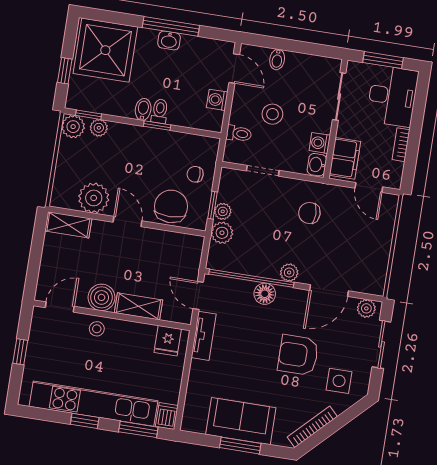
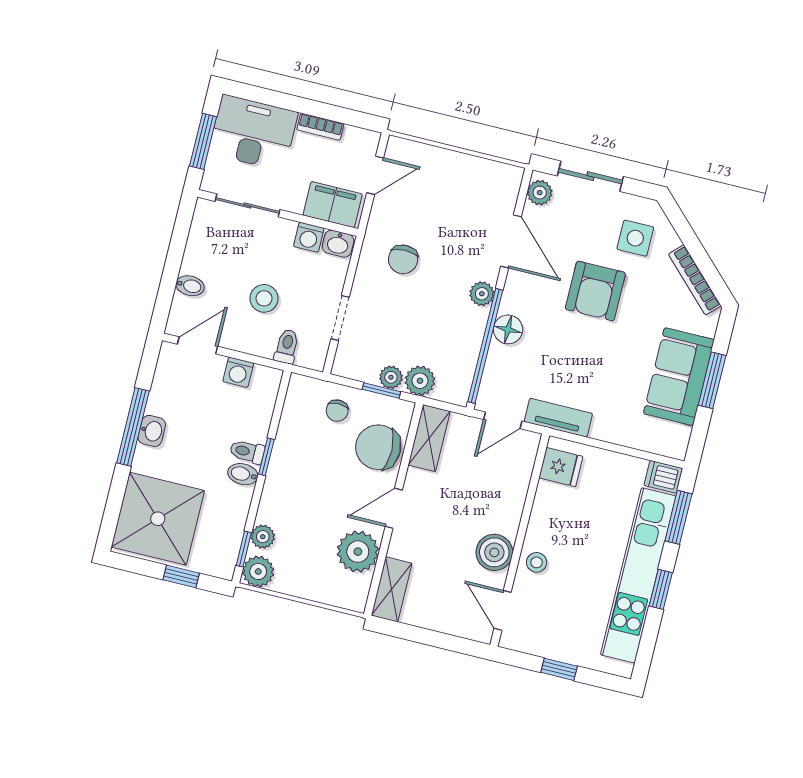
shelving: (138, 306) -> (429, 438), moved

